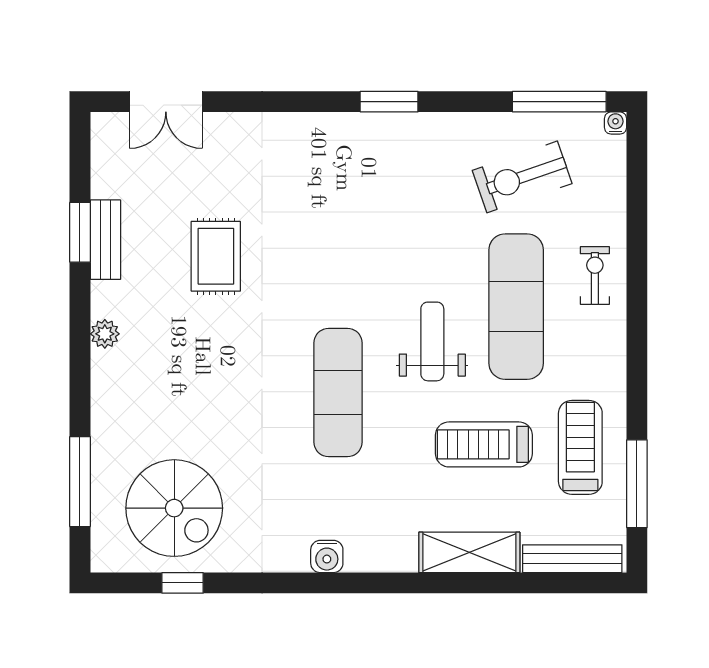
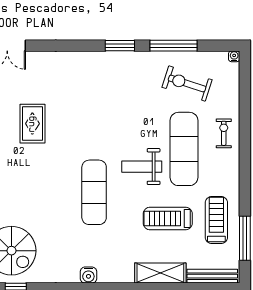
window: (559, 102) -> (173, 46), moved
exercise bike: (522, 177) -> (187, 84), turned 37
weight bench: (432, 341) -> (142, 167), turned -90

